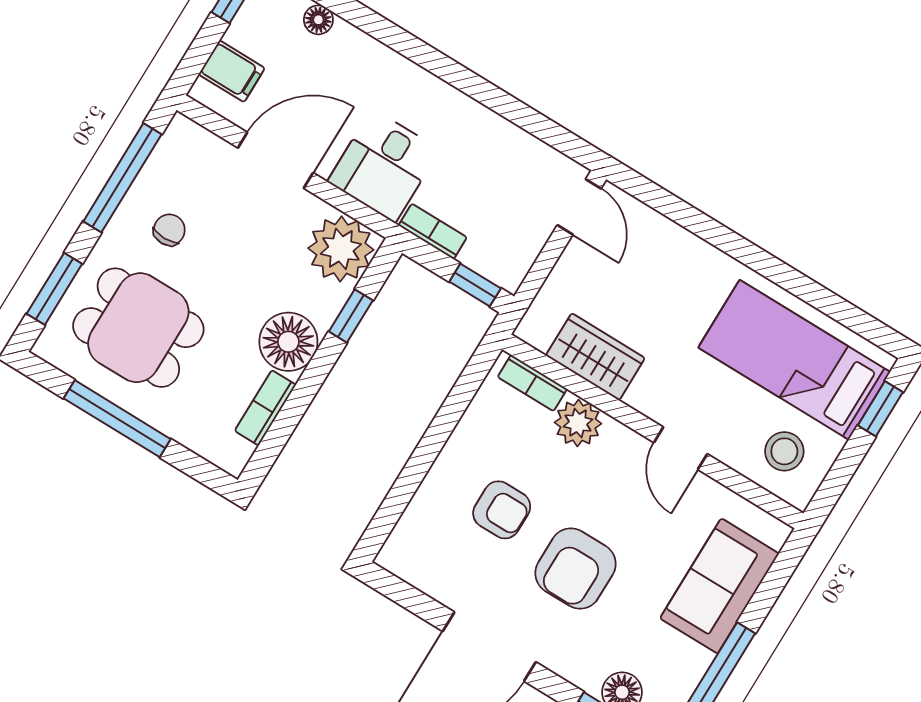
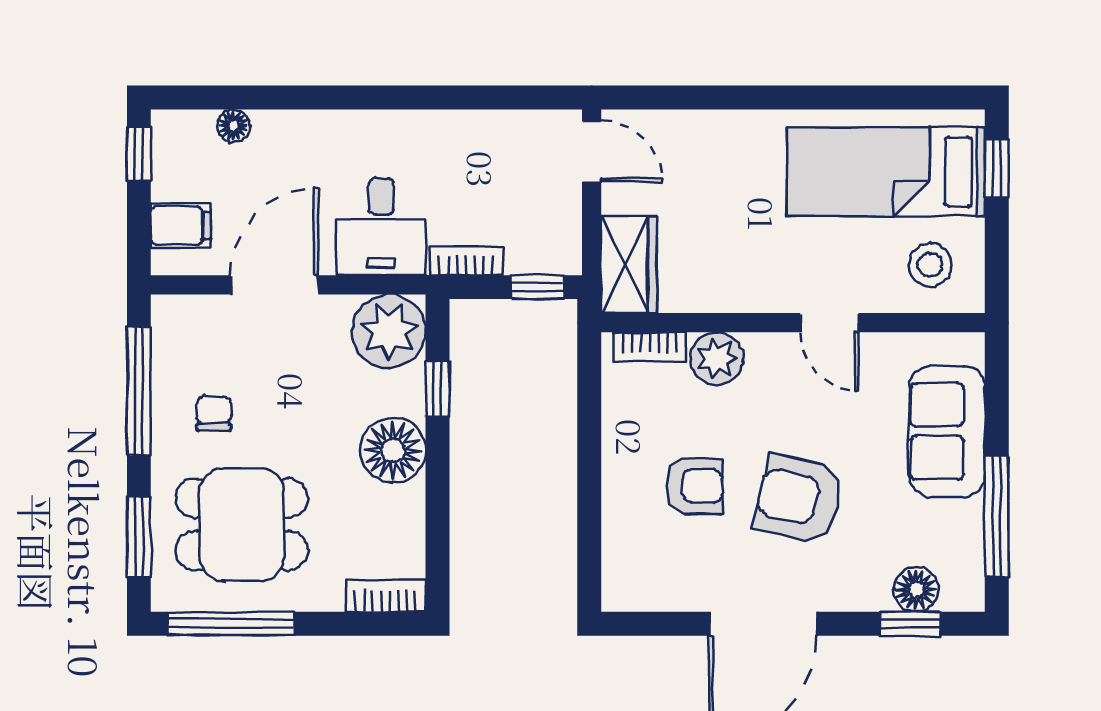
wardrobe: (595, 357) -> (629, 265), moved, turned 90
bookcase: (265, 408) -> (386, 596), moved, turned 90
window: (117, 419) -> (231, 624), moved
armchair: (575, 568) -> (799, 499), turned 103

